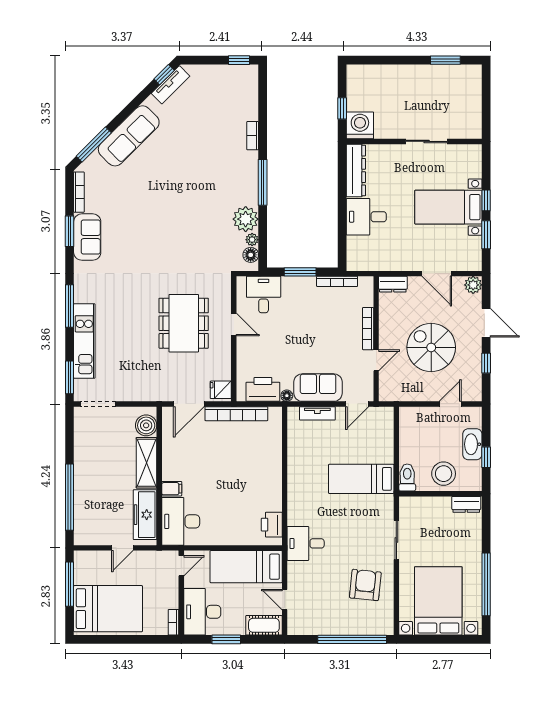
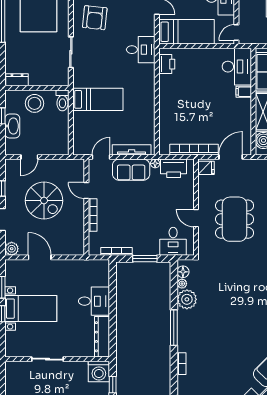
dresser: (393, 284) -> (74, 249), removed
door: (376, 360) -> (86, 191), hinge flipped
tv unit: (317, 413) -> (132, 150), width x1.41

